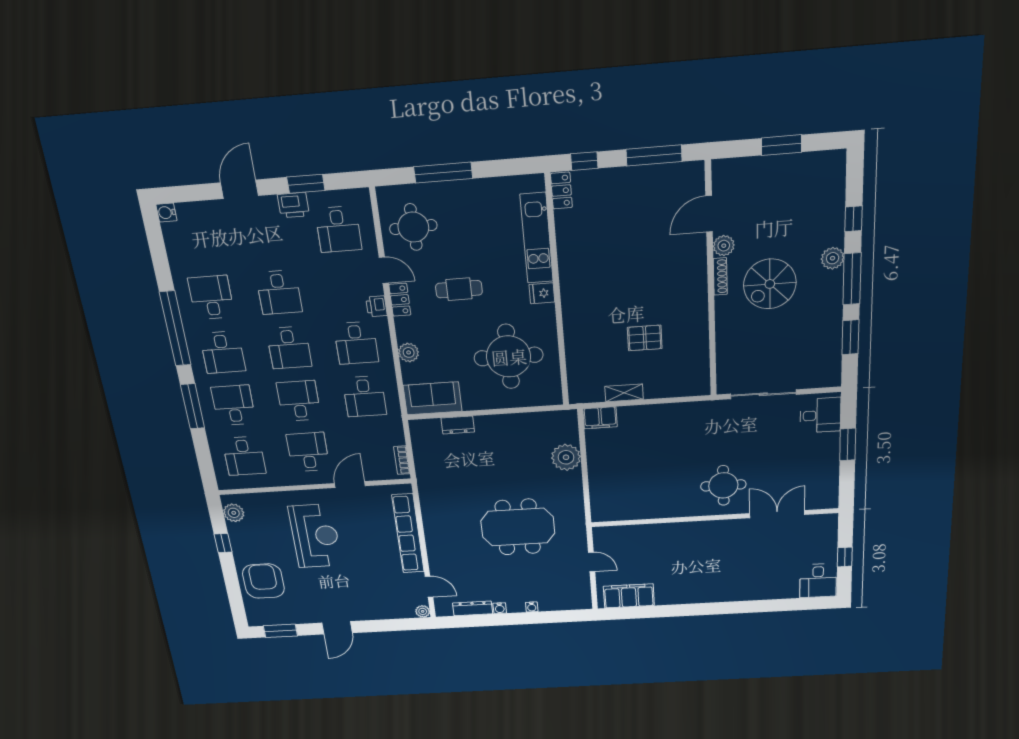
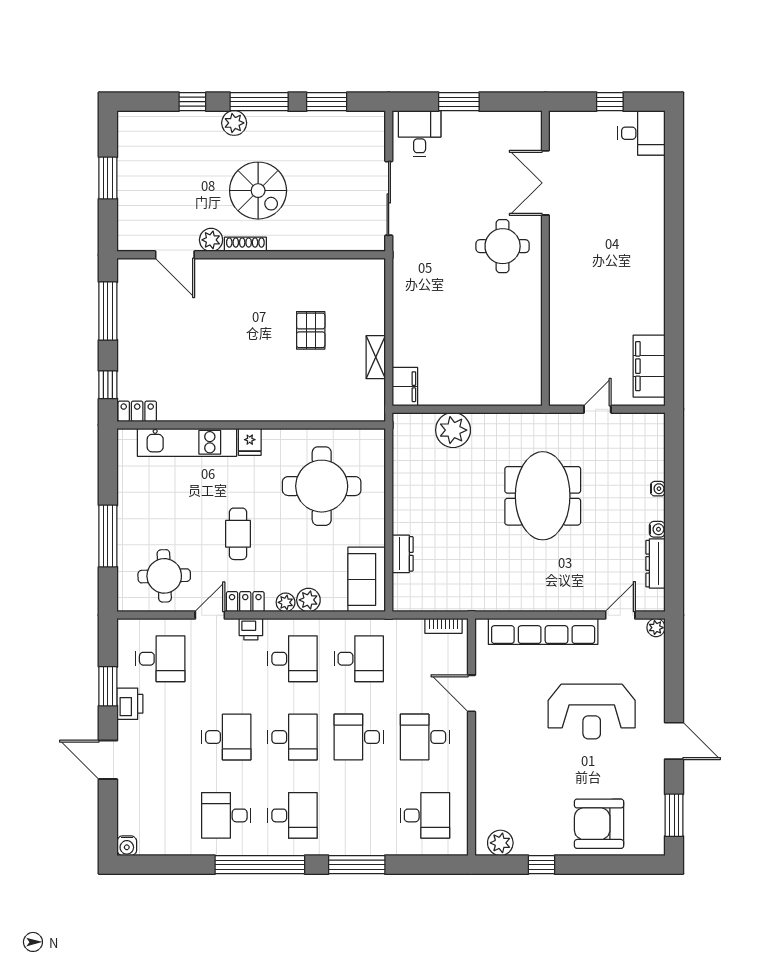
plant: (404, 334) -> (286, 602), added
desk: (234, 405) -> (359, 815), removed
reception desk: (315, 536) -> (592, 711), moved, turned 180

